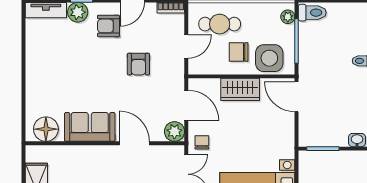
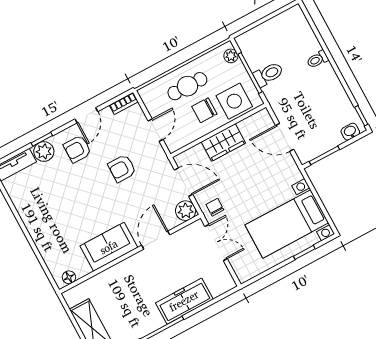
toilet: (312, 13) -> (268, 74), moved
cafe table: (220, 24) -> (187, 86), moved
armchair: (138, 64) -> (122, 168), turned 90
door: (297, 97) -> (285, 137), moved
floor lamp: (46, 129) -> (69, 277), width x0.53, depth x0.53
door: (134, 143) -> (156, 240), hinge flipped

